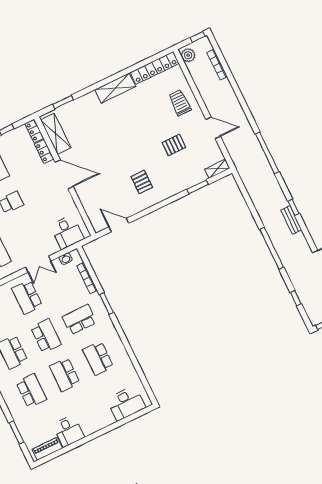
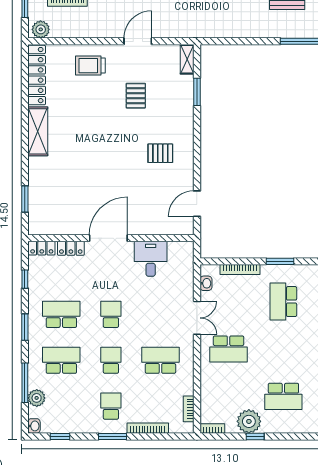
shelving: (56, 134) -> (57, 225), removed
desk: (67, 232) -> (151, 259), moved, turned -90
school desk: (46, 336) -> (283, 349), removed

